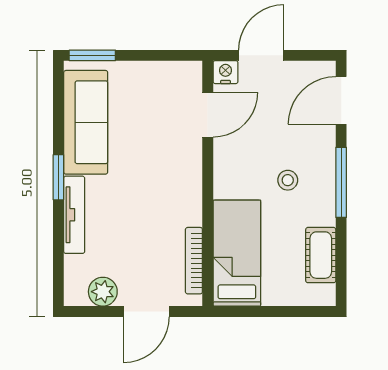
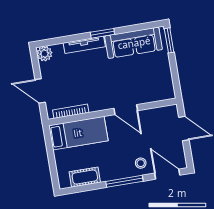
nightstand: (226, 72) -> (172, 111), removed
door: (208, 115) -> (126, 110), moved
stool: (288, 180) -> (141, 163), moved
plant: (103, 292) -> (44, 54), moved

